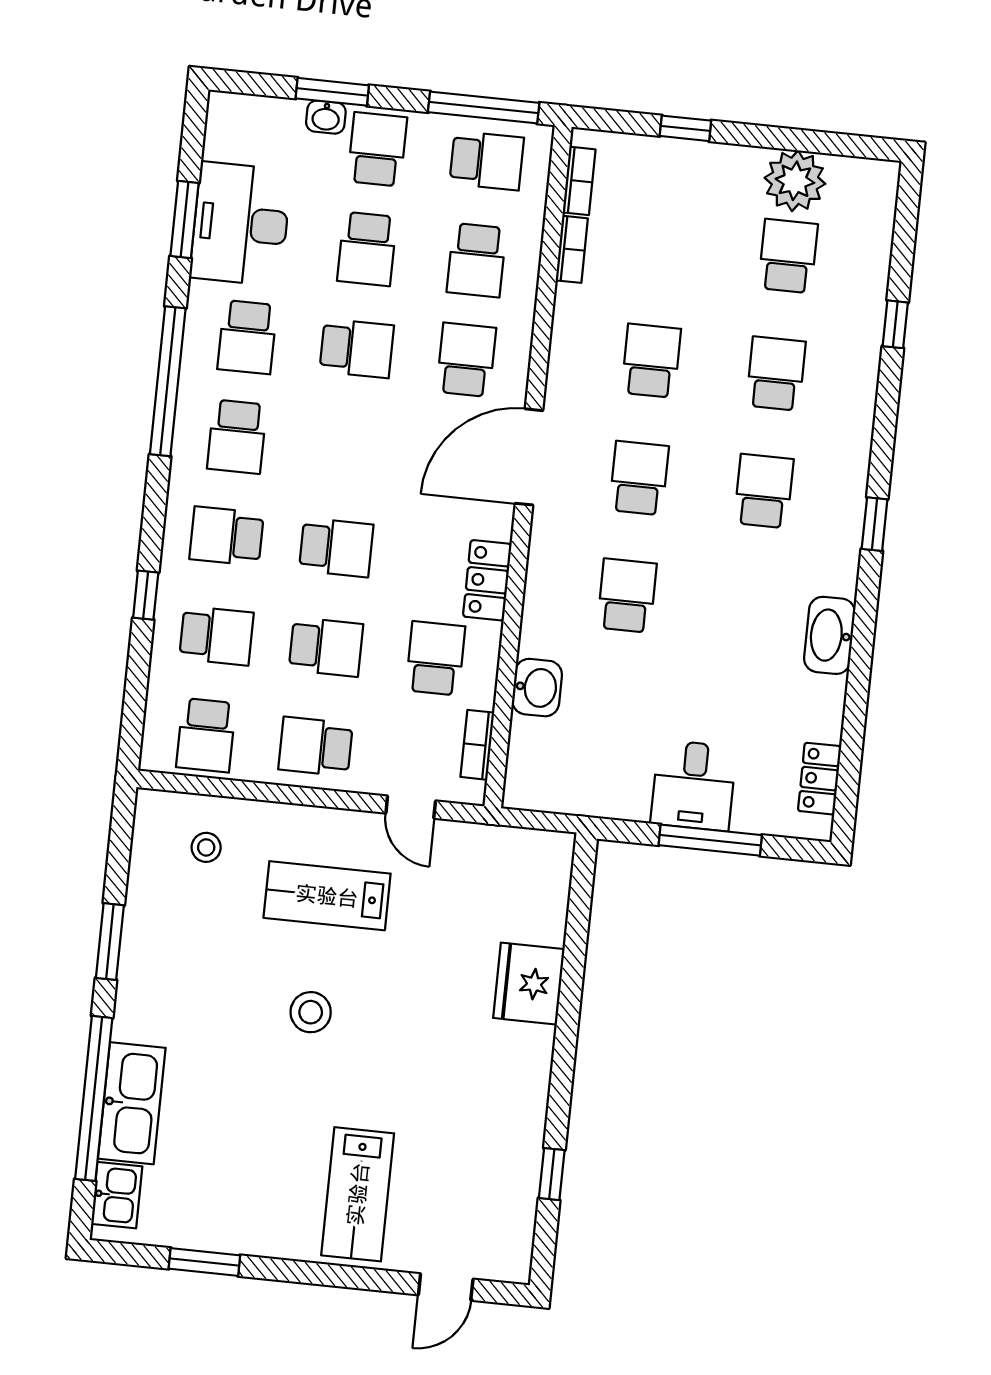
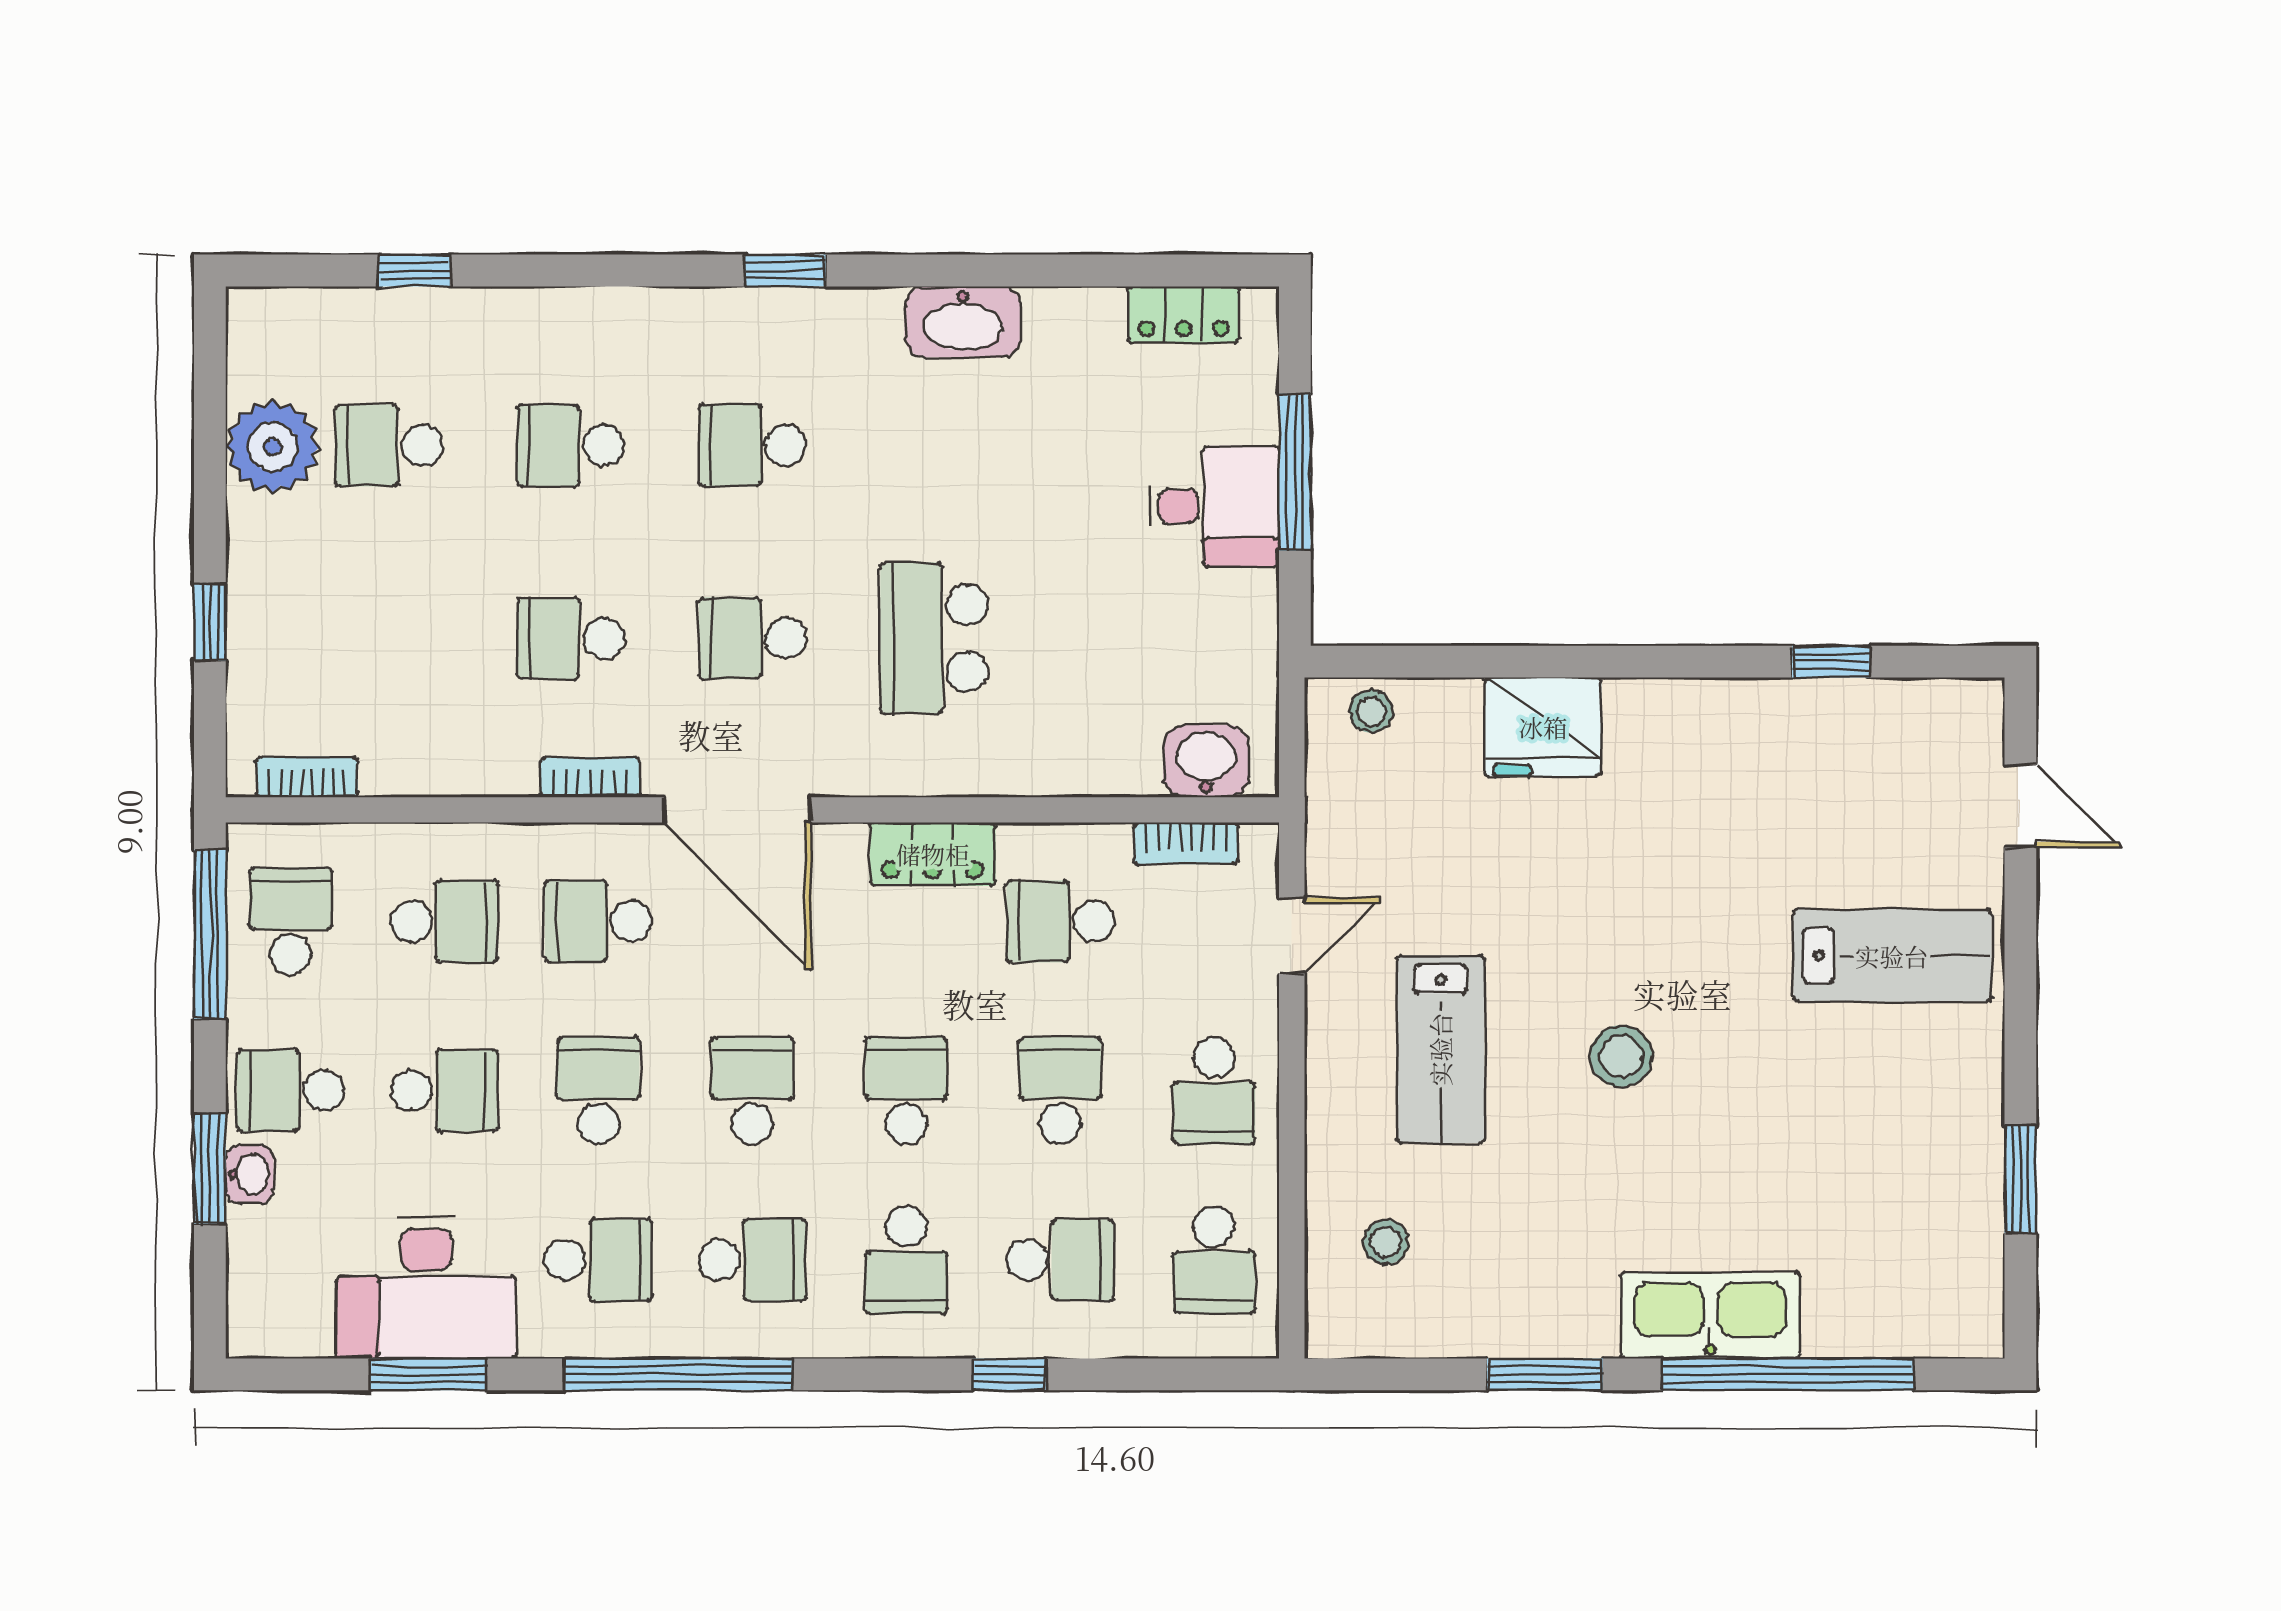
bookcase: (572, 249) -> (590, 777), moved
window: (895, 324) -> (414, 271), moved
school desk: (346, 448) -> (752, 1091), added
school desk: (627, 596) -> (934, 638), width x1.85
school desk: (216, 636) -> (1060, 1260), turned 90
washbasin: (537, 688) -> (1206, 761), moved
school desk: (206, 735) -> (1214, 1260), turned 90
stool: (550, 874) -> (1371, 711), added
kitchen sink: (132, 1103) -> (1710, 1315), moved
kitchen sink: (117, 1195) -> (1932, 1324), removed

